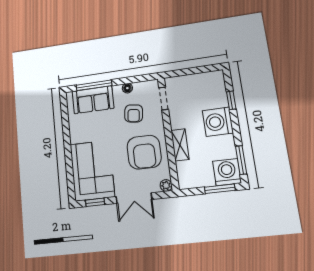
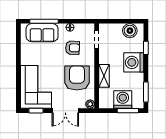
boiler: (206, 81) -> (130, 31), added
armchair: (134, 113) -> (73, 48), turned -95
armchair: (144, 152) -> (77, 78), turned 180
washing machine: (227, 172) -> (123, 99), moved

